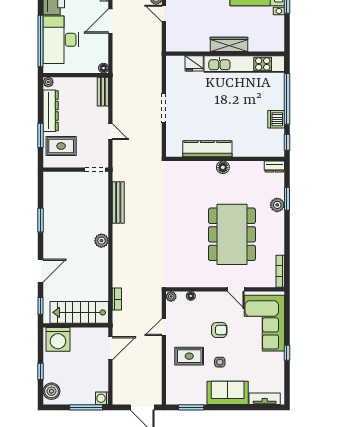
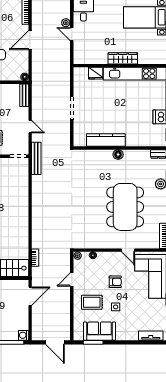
bench: (118, 203) -> (36, 158), moved
plant: (101, 241) -> (23, 212), removed
sofa: (228, 393) -> (99, 331), moved

